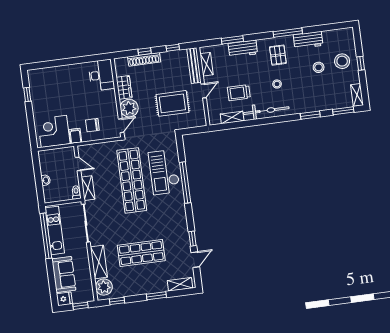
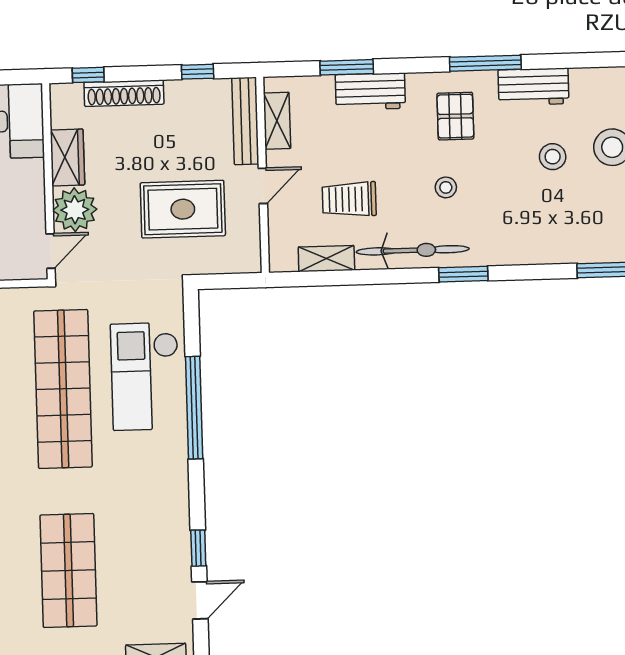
window: (145, 51) -> (88, 75), moved
window: (310, 115) -> (463, 274), moved
shop shelf: (141, 253) -> (68, 570), turned 90

